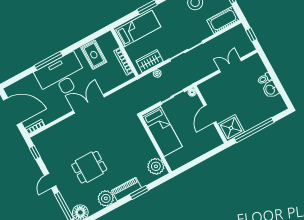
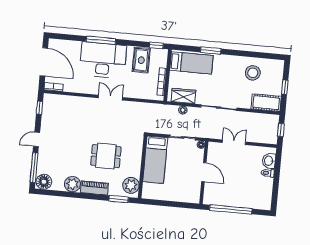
window: (98, 34) -> (156, 45), added
double door: (230, 65) -> (234, 142), moved
washbasin: (270, 90) -> (269, 161), moved
double door: (89, 104) -> (110, 98), width x0.73
door: (210, 114) -> (204, 172), swing flipped
shower: (231, 128) -> (213, 195), removed
dining table: (89, 167) -> (106, 156), moved
window: (139, 193) -> (119, 199), moved

